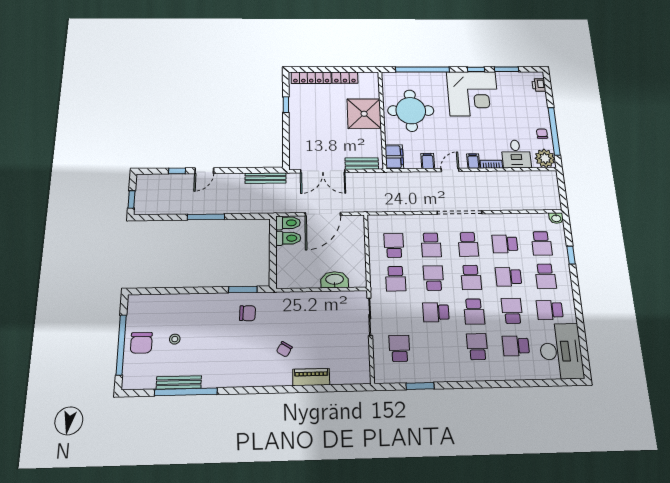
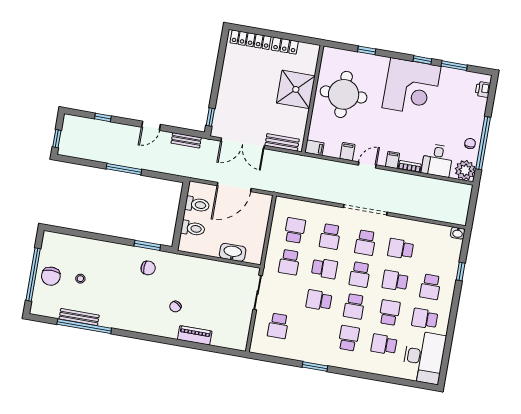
window: (423, 69) -> (367, 50), width x0.32
window: (286, 105) -> (210, 117), moved
filing cabinet: (394, 157) -> (314, 148), width x0.50
door: (204, 171) -> (151, 126), moved
bench: (266, 178) -> (186, 140), width x0.73
toilet: (288, 223) -> (193, 228), moved
school desk: (542, 243) -> (436, 255), removed
school desk: (433, 278) -> (324, 268), turned 90
school desk: (399, 348) -> (278, 326), turned 180
window: (420, 386) -> (315, 367), moved

